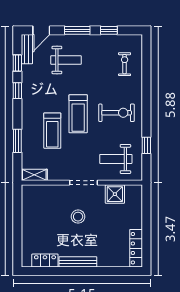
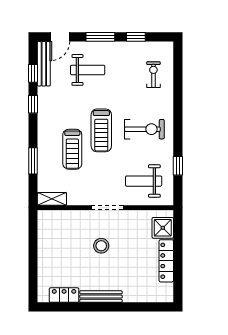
bench: (27, 49) -> (44, 64), width x1.36
shower: (115, 194) -> (163, 228), moved
locker: (136, 248) -> (166, 261), moved

